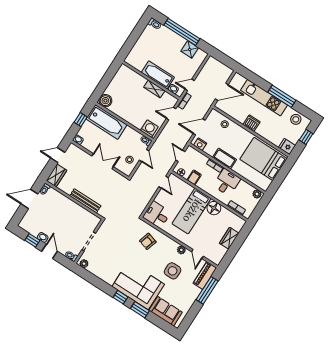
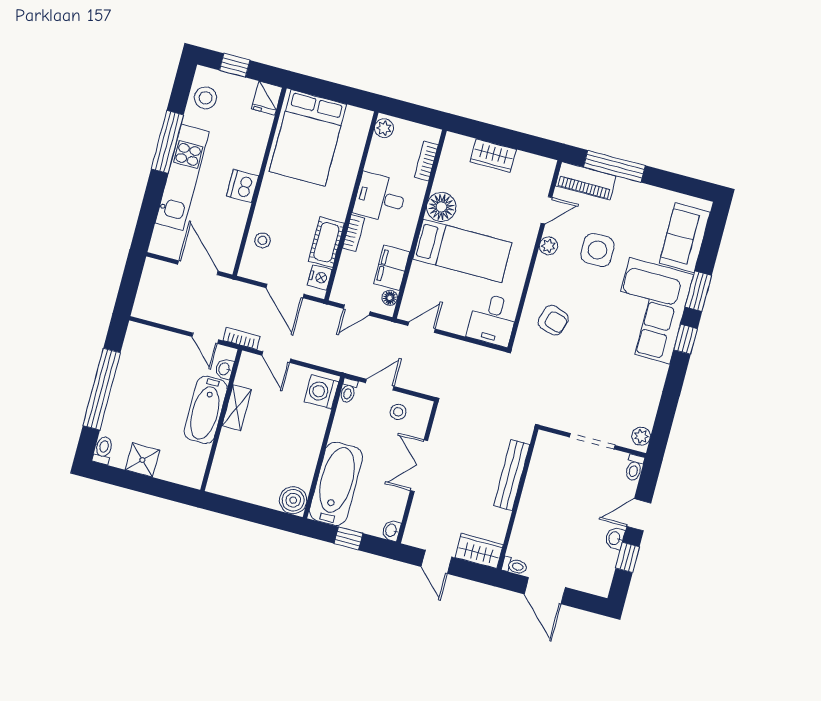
shower: (190, 50) -> (142, 460), moved
cot: (225, 158) -> (326, 242), moved
filing cabinet: (194, 177) -> (392, 268), width x2.00

